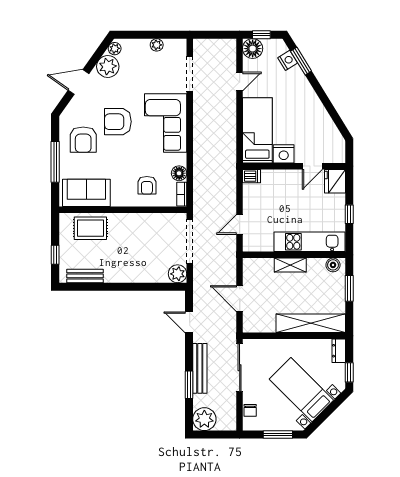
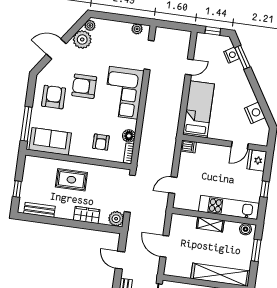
plant: (157, 45) -> (137, 29), moved
floor lamp: (253, 49) -> (204, 41), removed
armchair: (83, 140) -> (54, 97), turned 180
nightstand: (284, 154) -> (255, 113), moved, turned -122
window: (55, 162) -> (26, 124), moved
rug: (90, 228) -> (71, 180), moved
wardrobe: (142, 274) -> (87, 215), added

